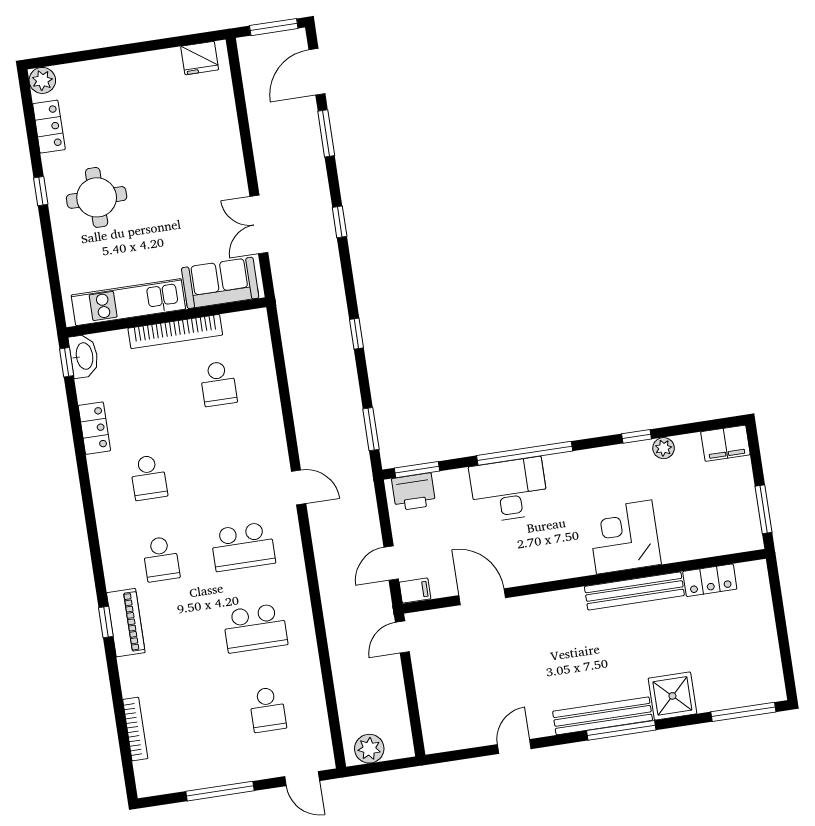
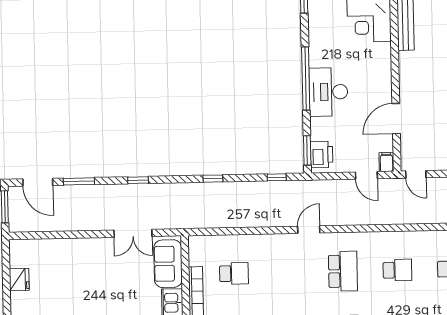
fridge: (200, 58) -> (19, 279), moved
window: (371, 429) -> (277, 177), width x0.67
school desk: (255, 628) -> (397, 270), width x0.54

